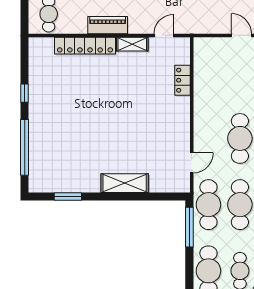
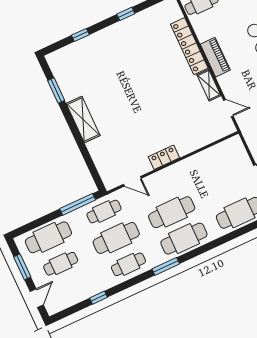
locker: (182, 80) -> (164, 157), moved
window: (25, 147) -> (80, 35), width x0.32
shelving: (125, 183) -> (83, 120), moved
cafe table: (208, 205) -> (104, 212), width x0.73, depth x0.74

